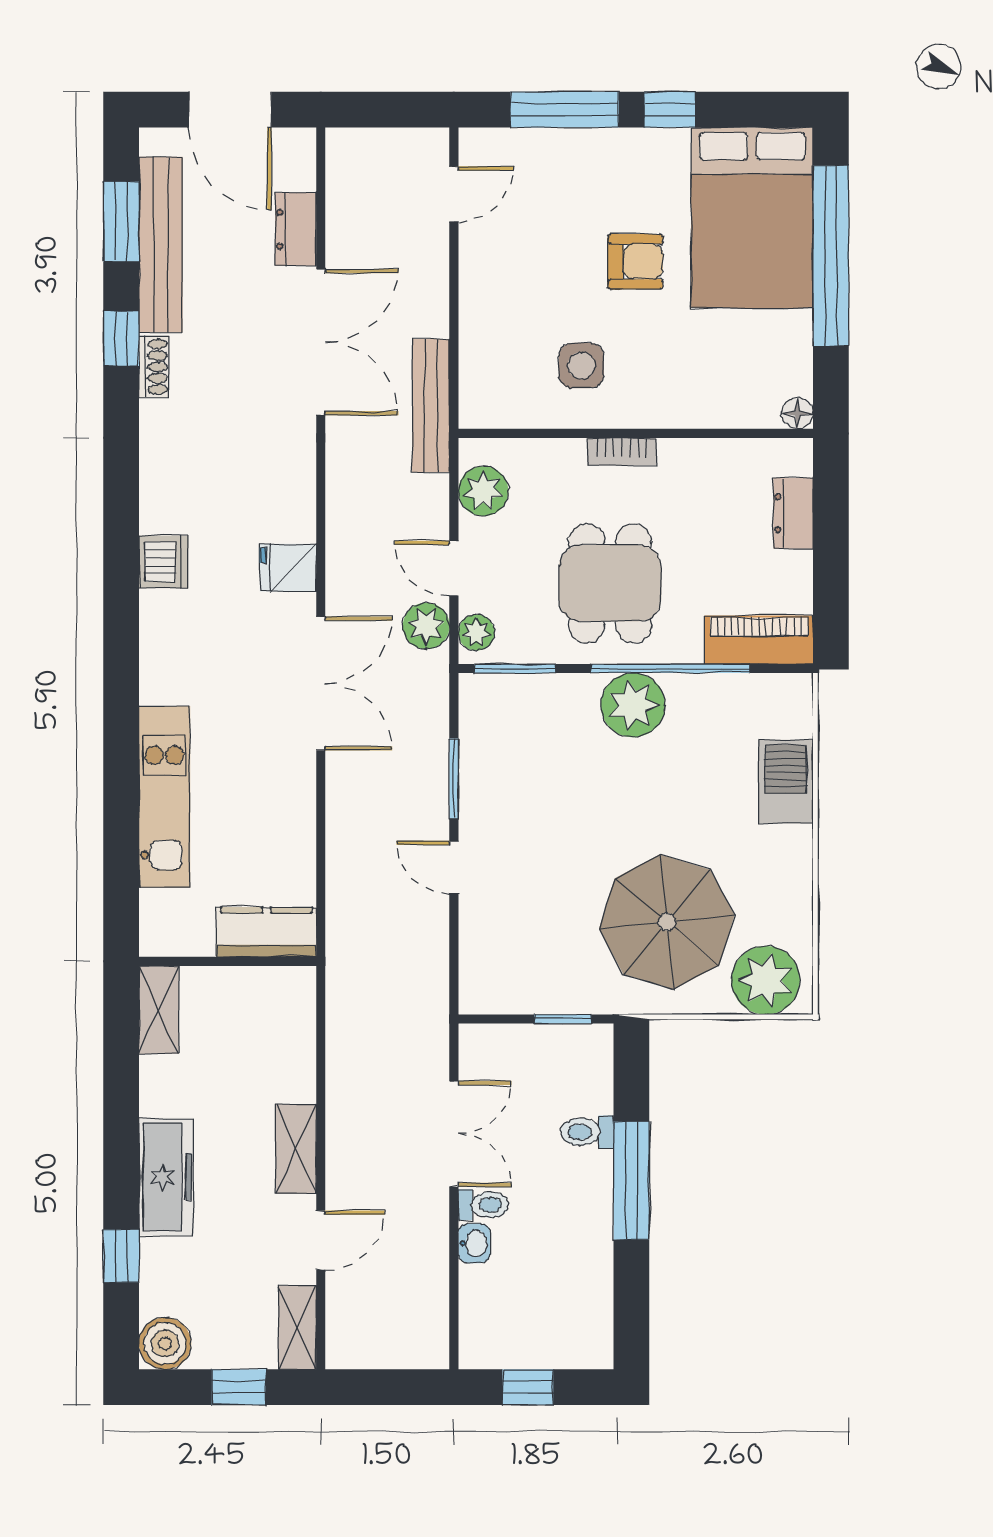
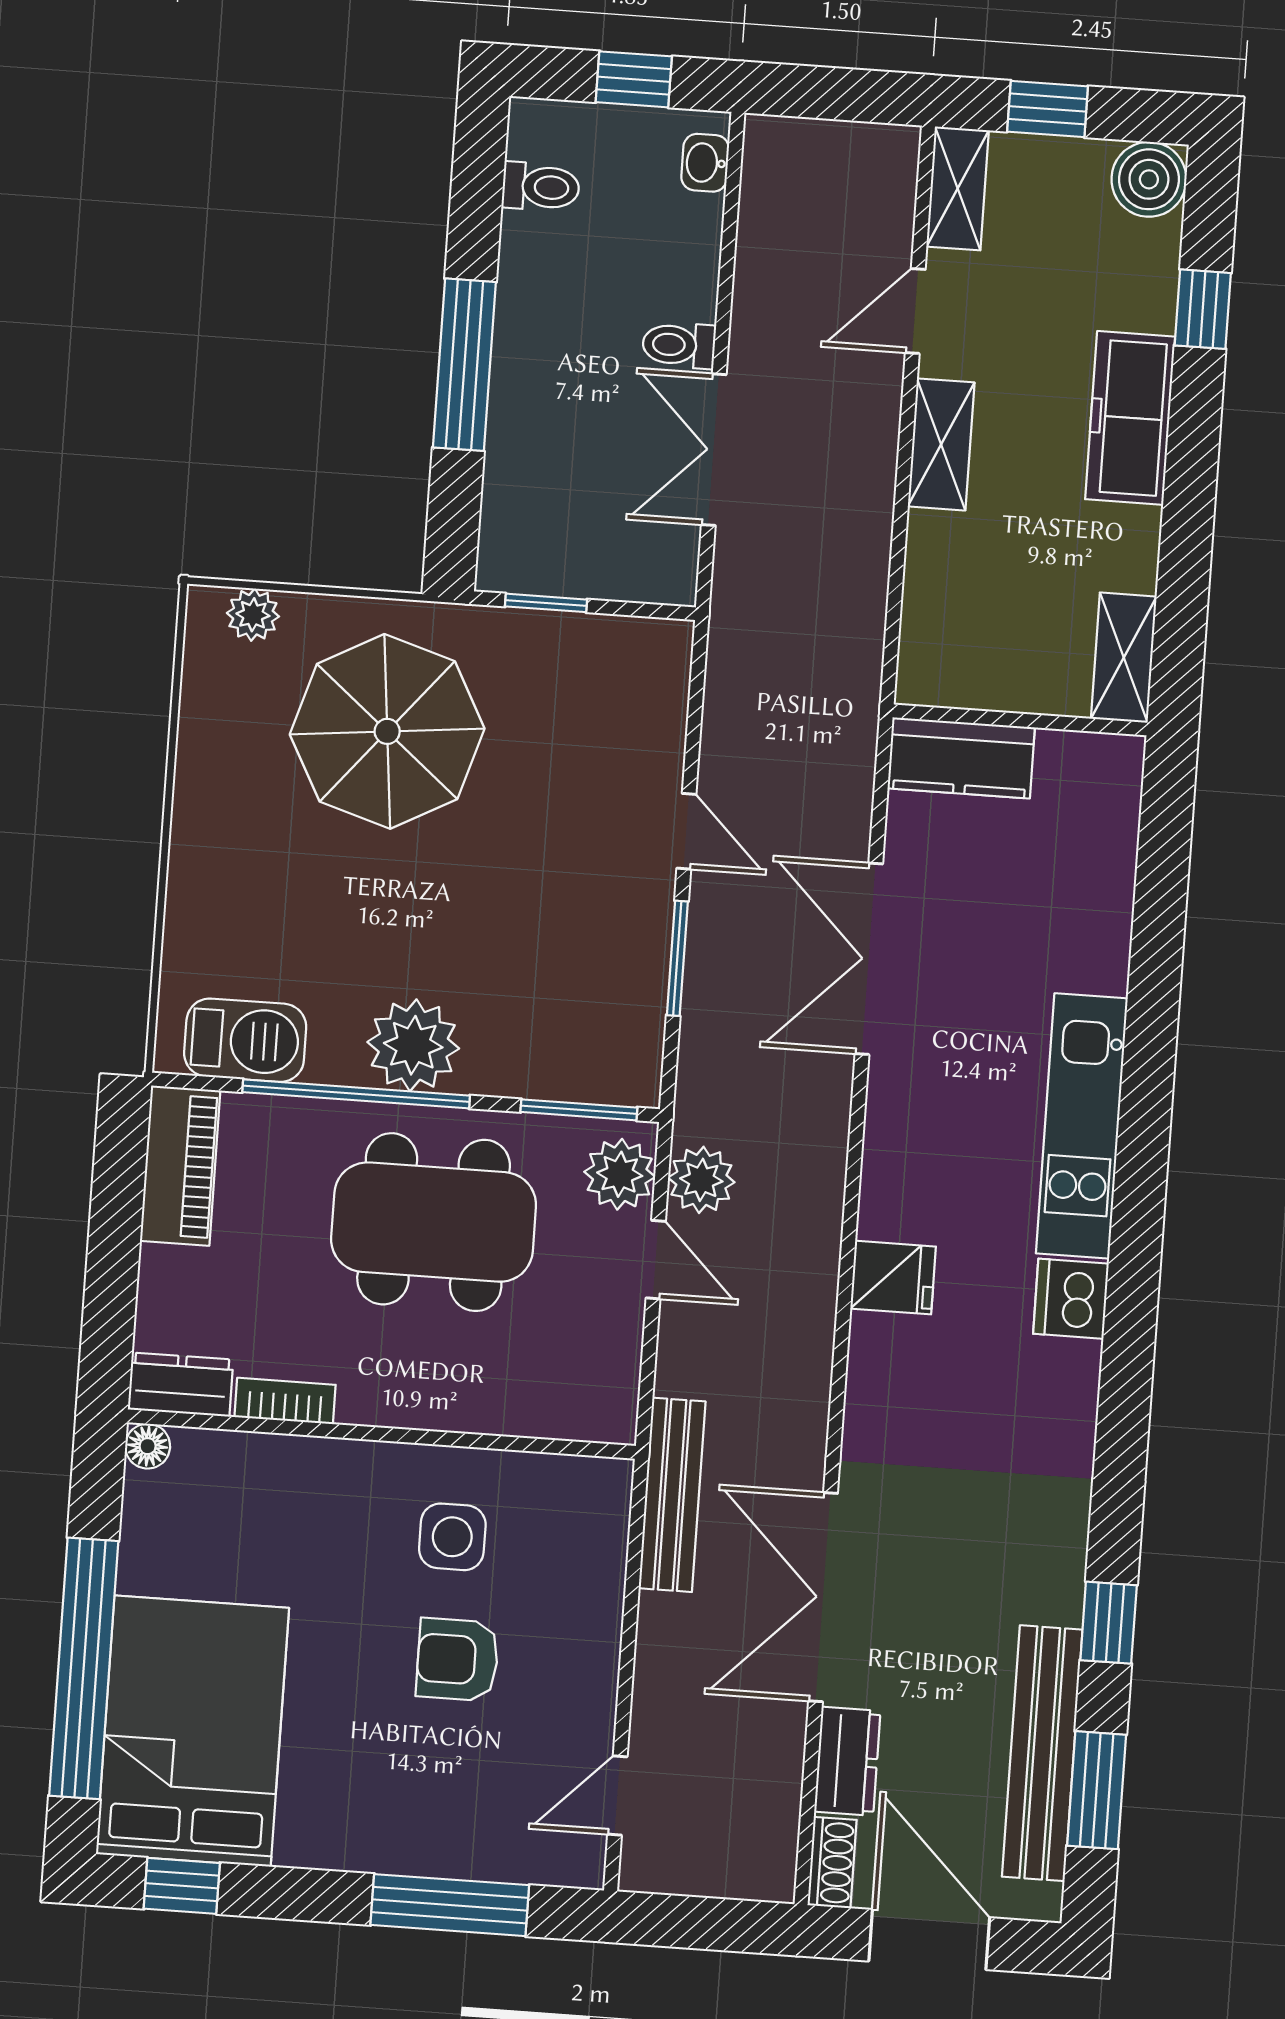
window: (670, 110) -> (182, 1886), moved
armchair: (635, 262) -> (457, 1660), moved
shoe rack: (154, 367) -> (832, 1862), moved, turned 180
bookcase: (622, 452) -> (285, 1401), moved
plant: (483, 491) -> (606, 1367), removed
dresser: (793, 513) -> (181, 1385), moved, turned -90
dining table: (610, 583) -> (434, 1222), width x1.38
plant: (476, 633) -> (620, 1174), width x1.38, depth x1.38
piano: (759, 640) -> (180, 1166), moved, turned -90
double door: (321, 683) -> (869, 959), moved
barbecue: (786, 782) -> (245, 1040), moved, turned -90
kitchen unit: (164, 797) -> (1082, 1126), moved
plant: (766, 980) -> (253, 615), width x0.53, depth x0.53
toilet: (587, 1132) -> (541, 187), moved
washbasin: (474, 1243) -> (705, 163), moved

